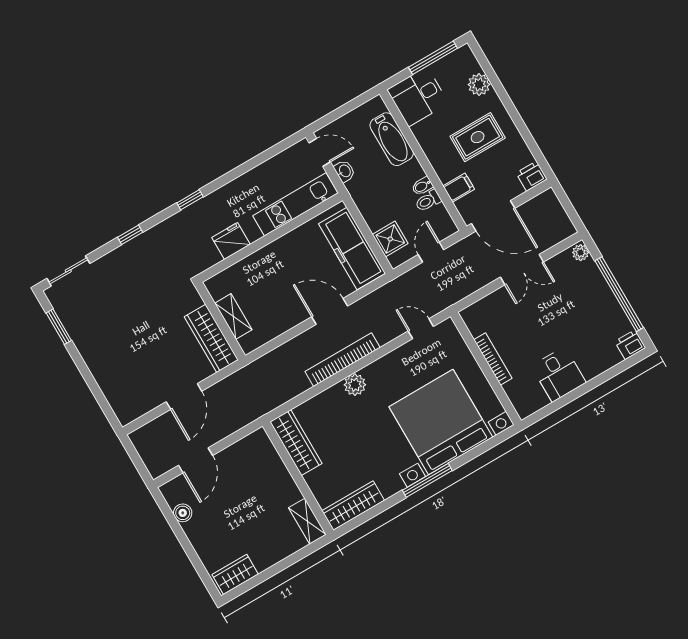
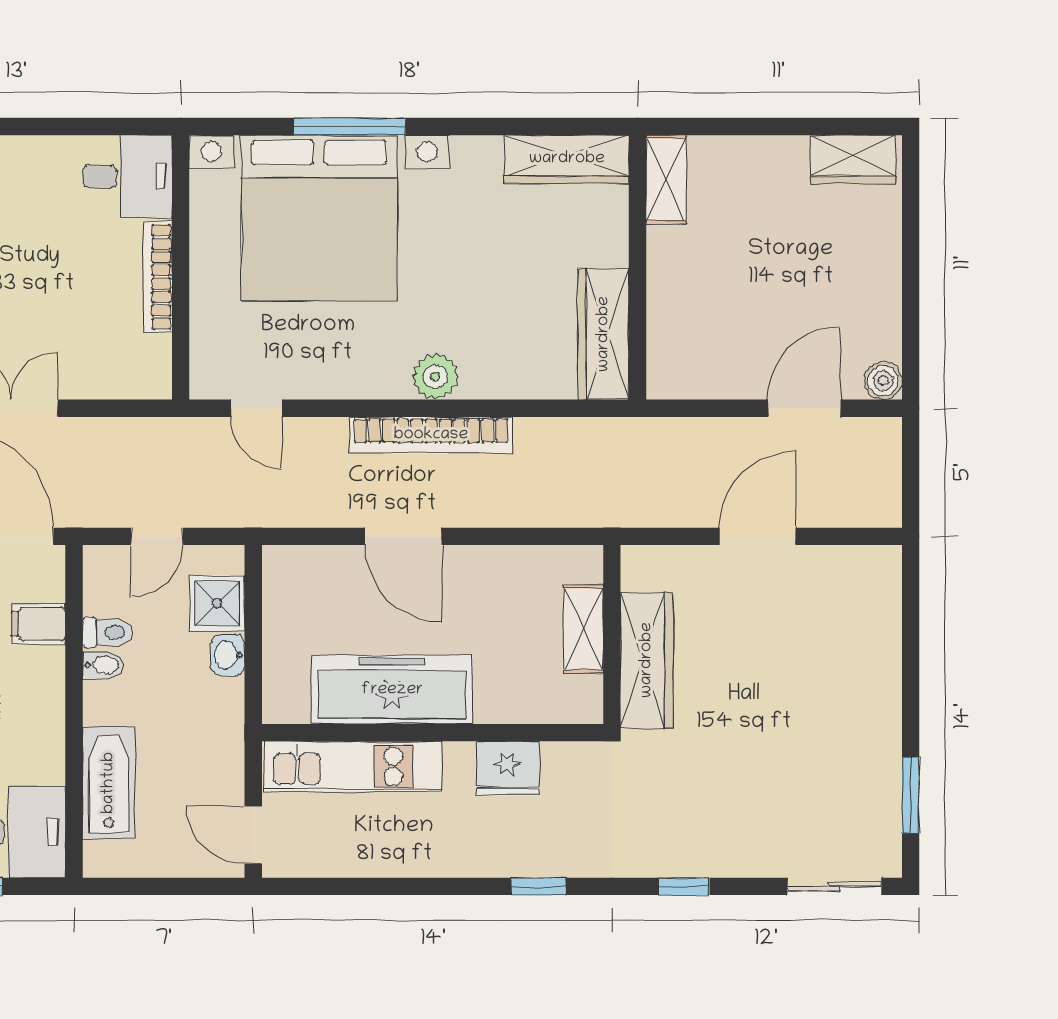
washbasin: (344, 171) -> (228, 655), moved
freezer: (352, 249) -> (392, 690), moved, turned -90
wardrobe: (211, 338) -> (647, 660), moved
desk: (559, 374) -> (128, 176), moved, turned 90
window: (427, 480) -> (350, 127), moved
boiler: (183, 513) -> (883, 381), moved

